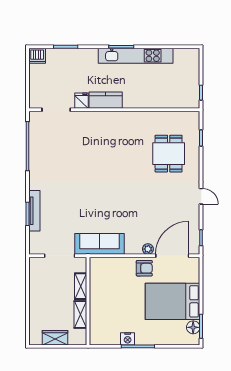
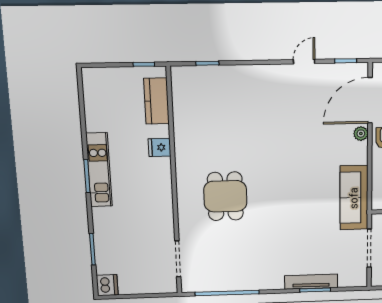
kitchen unit: (136, 56) -> (99, 170), width x0.73
kitchen counter: (106, 100) -> (156, 101), moved
fridge: (81, 101) -> (160, 147), moved
dining table: (169, 154) -> (225, 196), moved, turned 90
door: (201, 196) -> (304, 62), moved
door: (172, 256) -> (370, 100), hinge flipped

